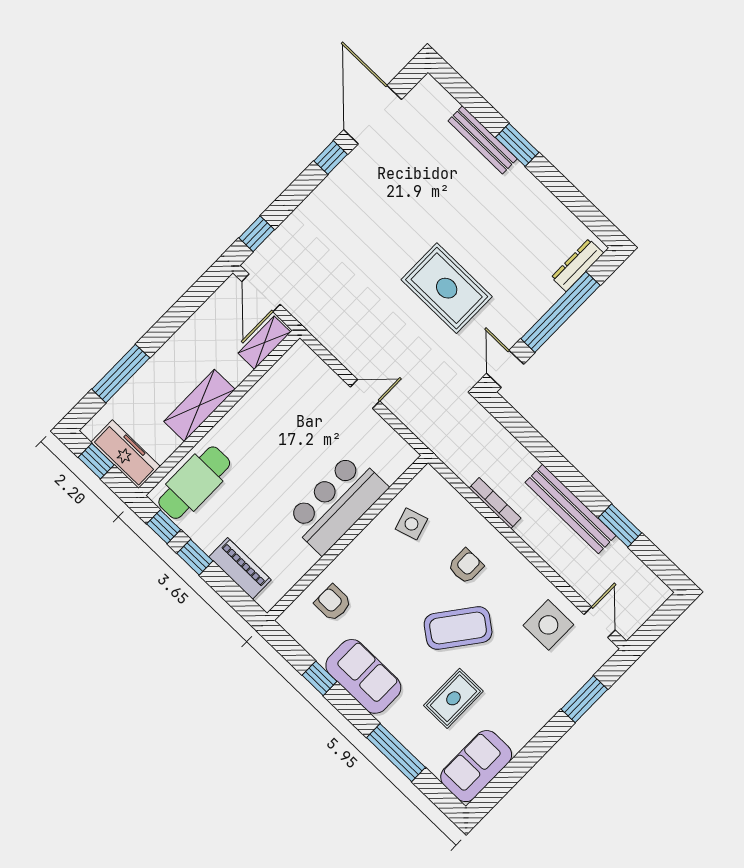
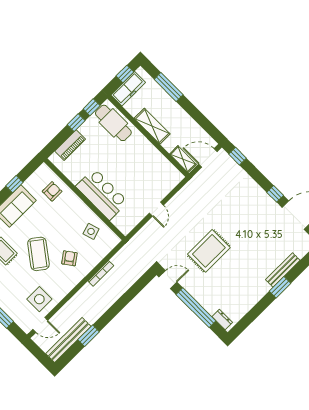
dresser: (577, 265) -> (222, 319), width x0.70
bench: (571, 509) -> (68, 340), moved
armchair: (466, 566) -> (69, 258), turned -126

